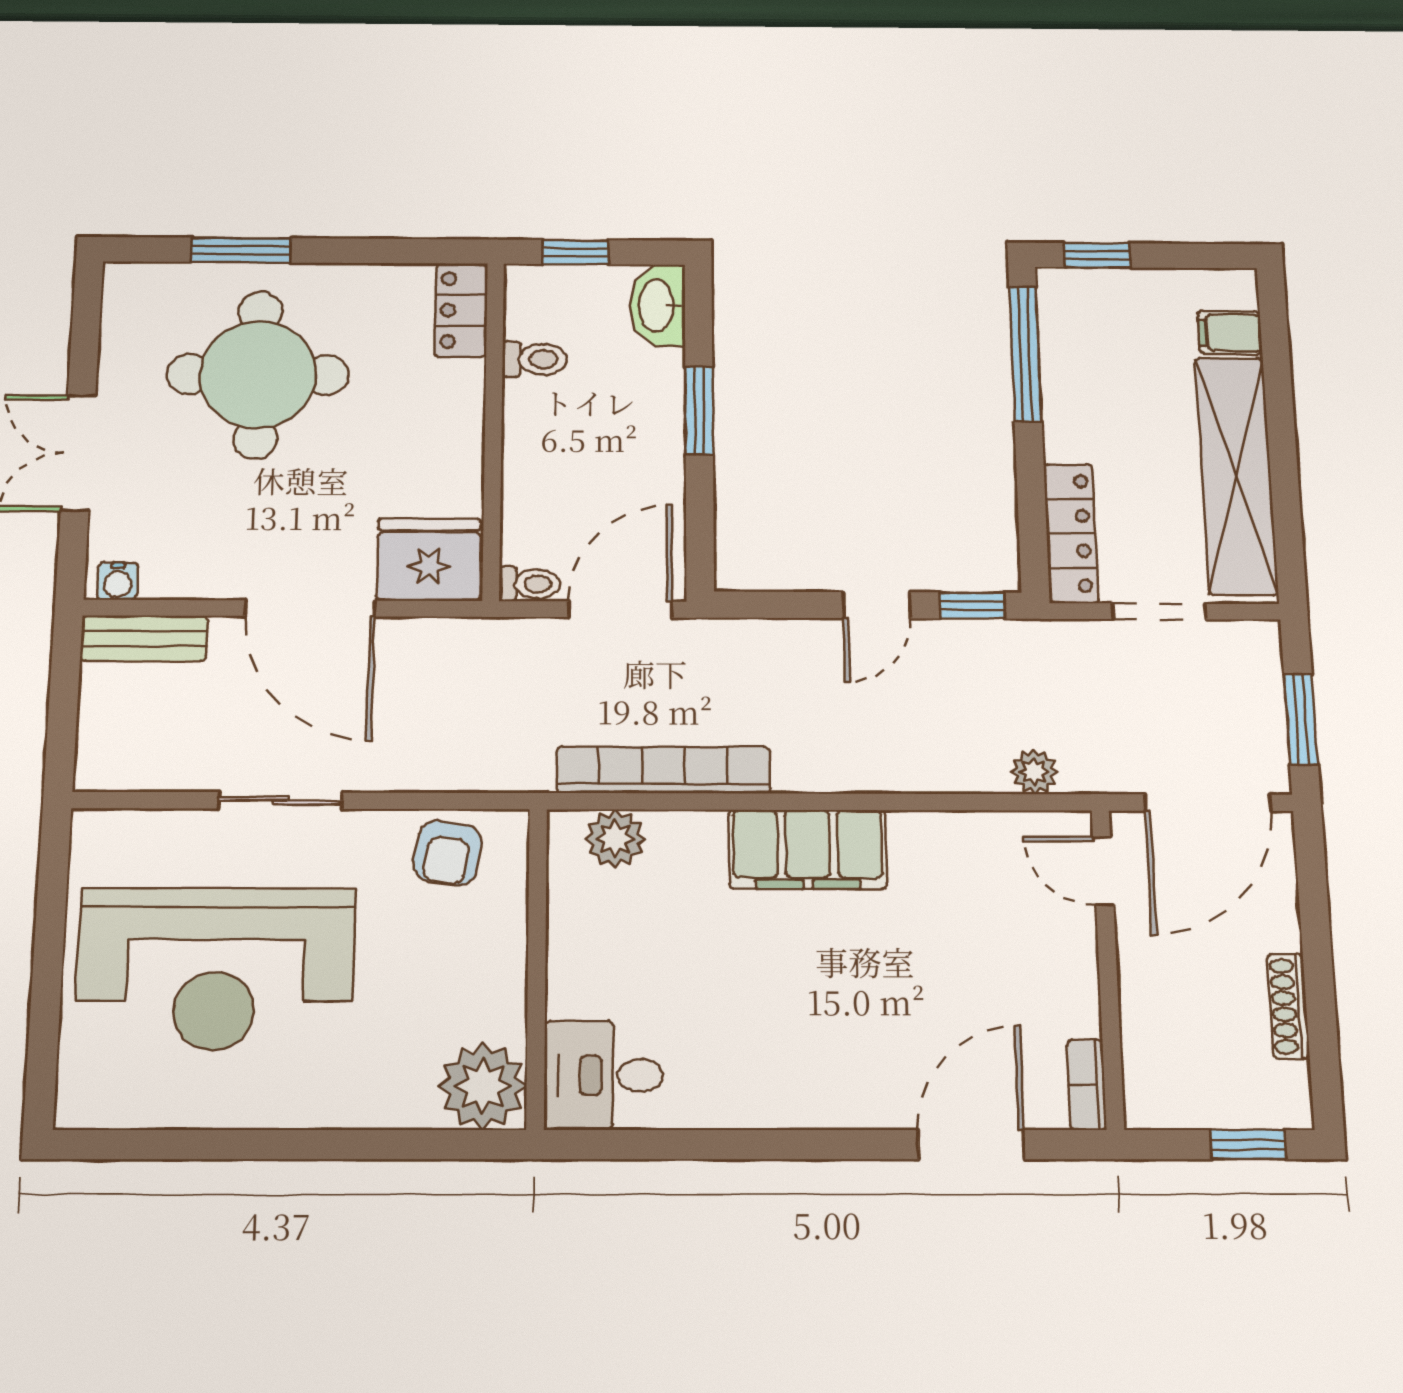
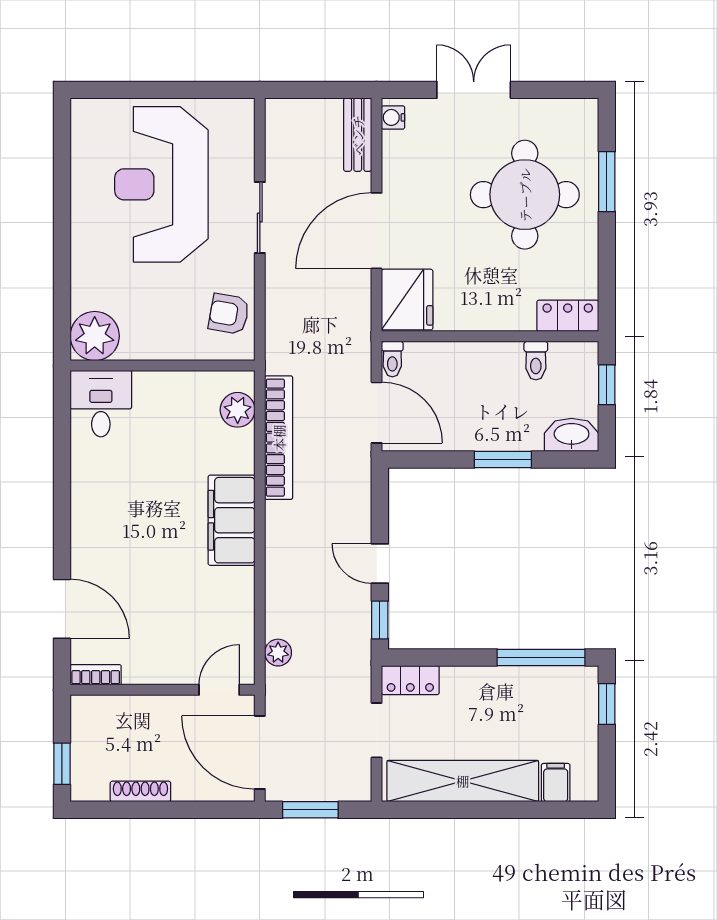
locker: (1071, 533) -> (410, 680), width x0.66

